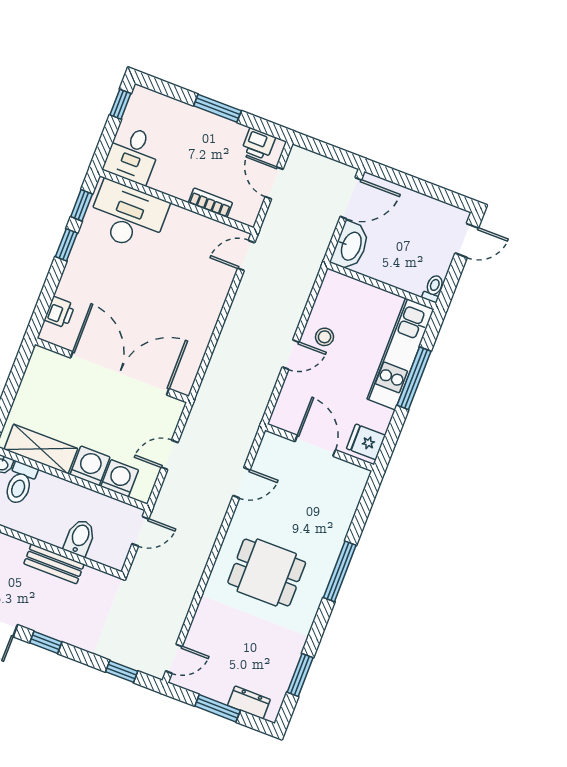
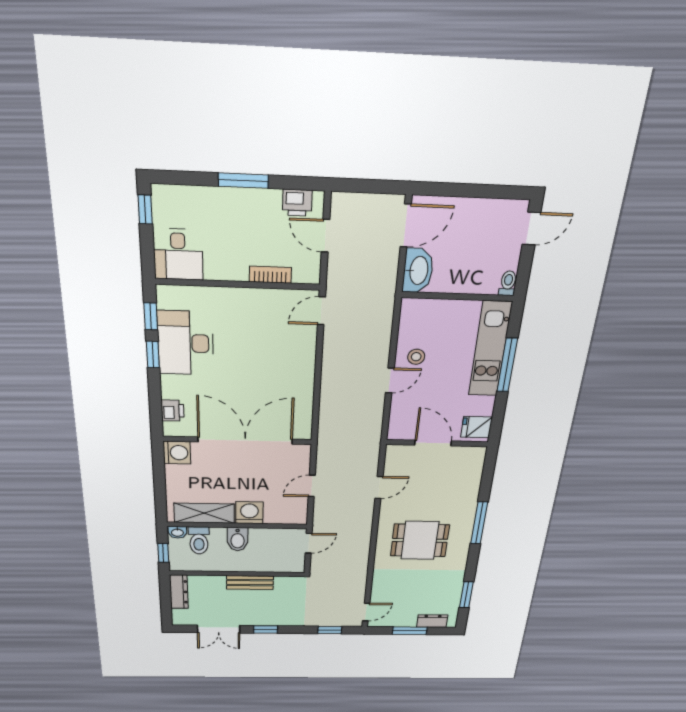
desk: (128, 216) -> (186, 343), moved, turned -90
washing machine: (120, 478) -> (177, 453), moved, turned 90
bidet: (80, 538) -> (238, 539), moved, turned 180

